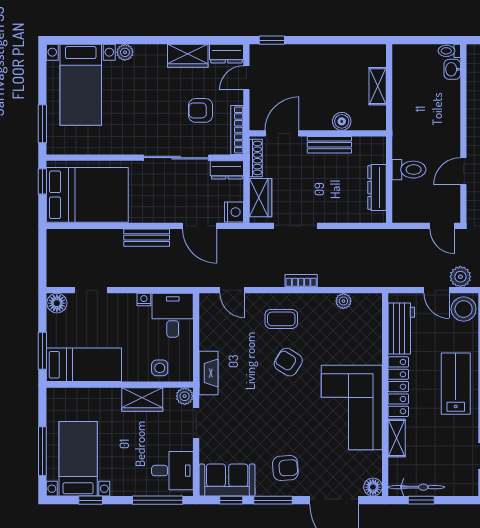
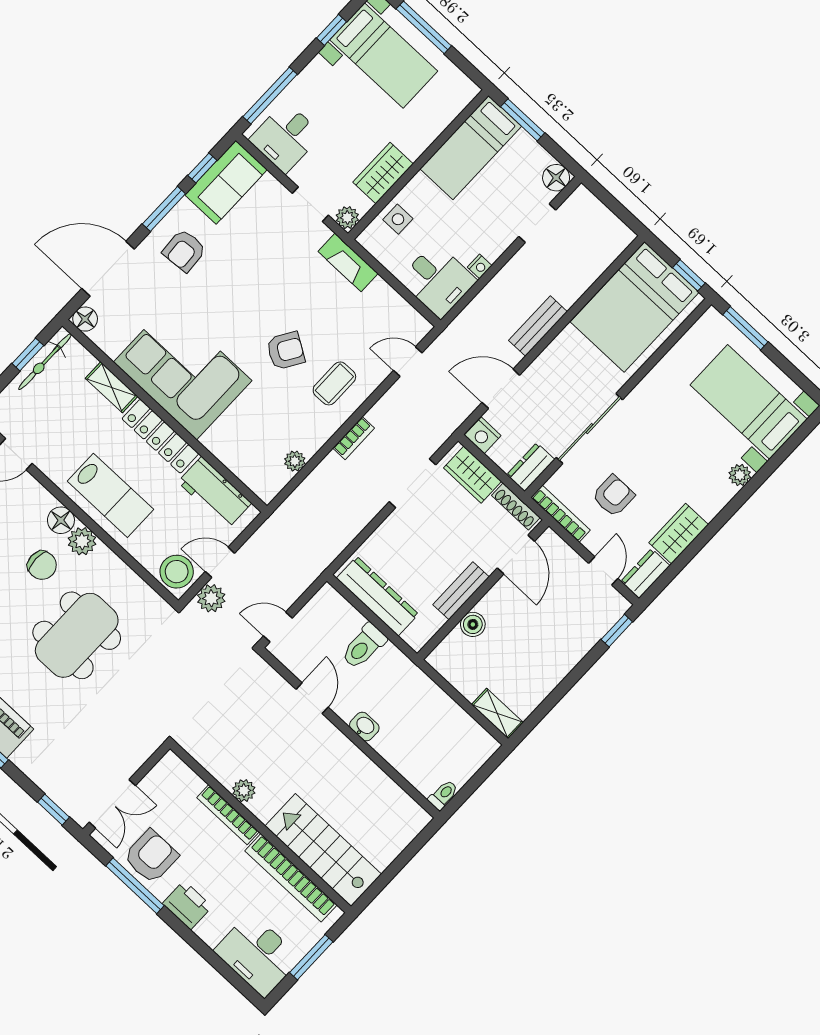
washbasin: (452, 69) -> (364, 727), moved
shelving: (378, 86) -> (497, 714), moved
dresser: (377, 188) -> (377, 596), width x1.37, depth x1.24

